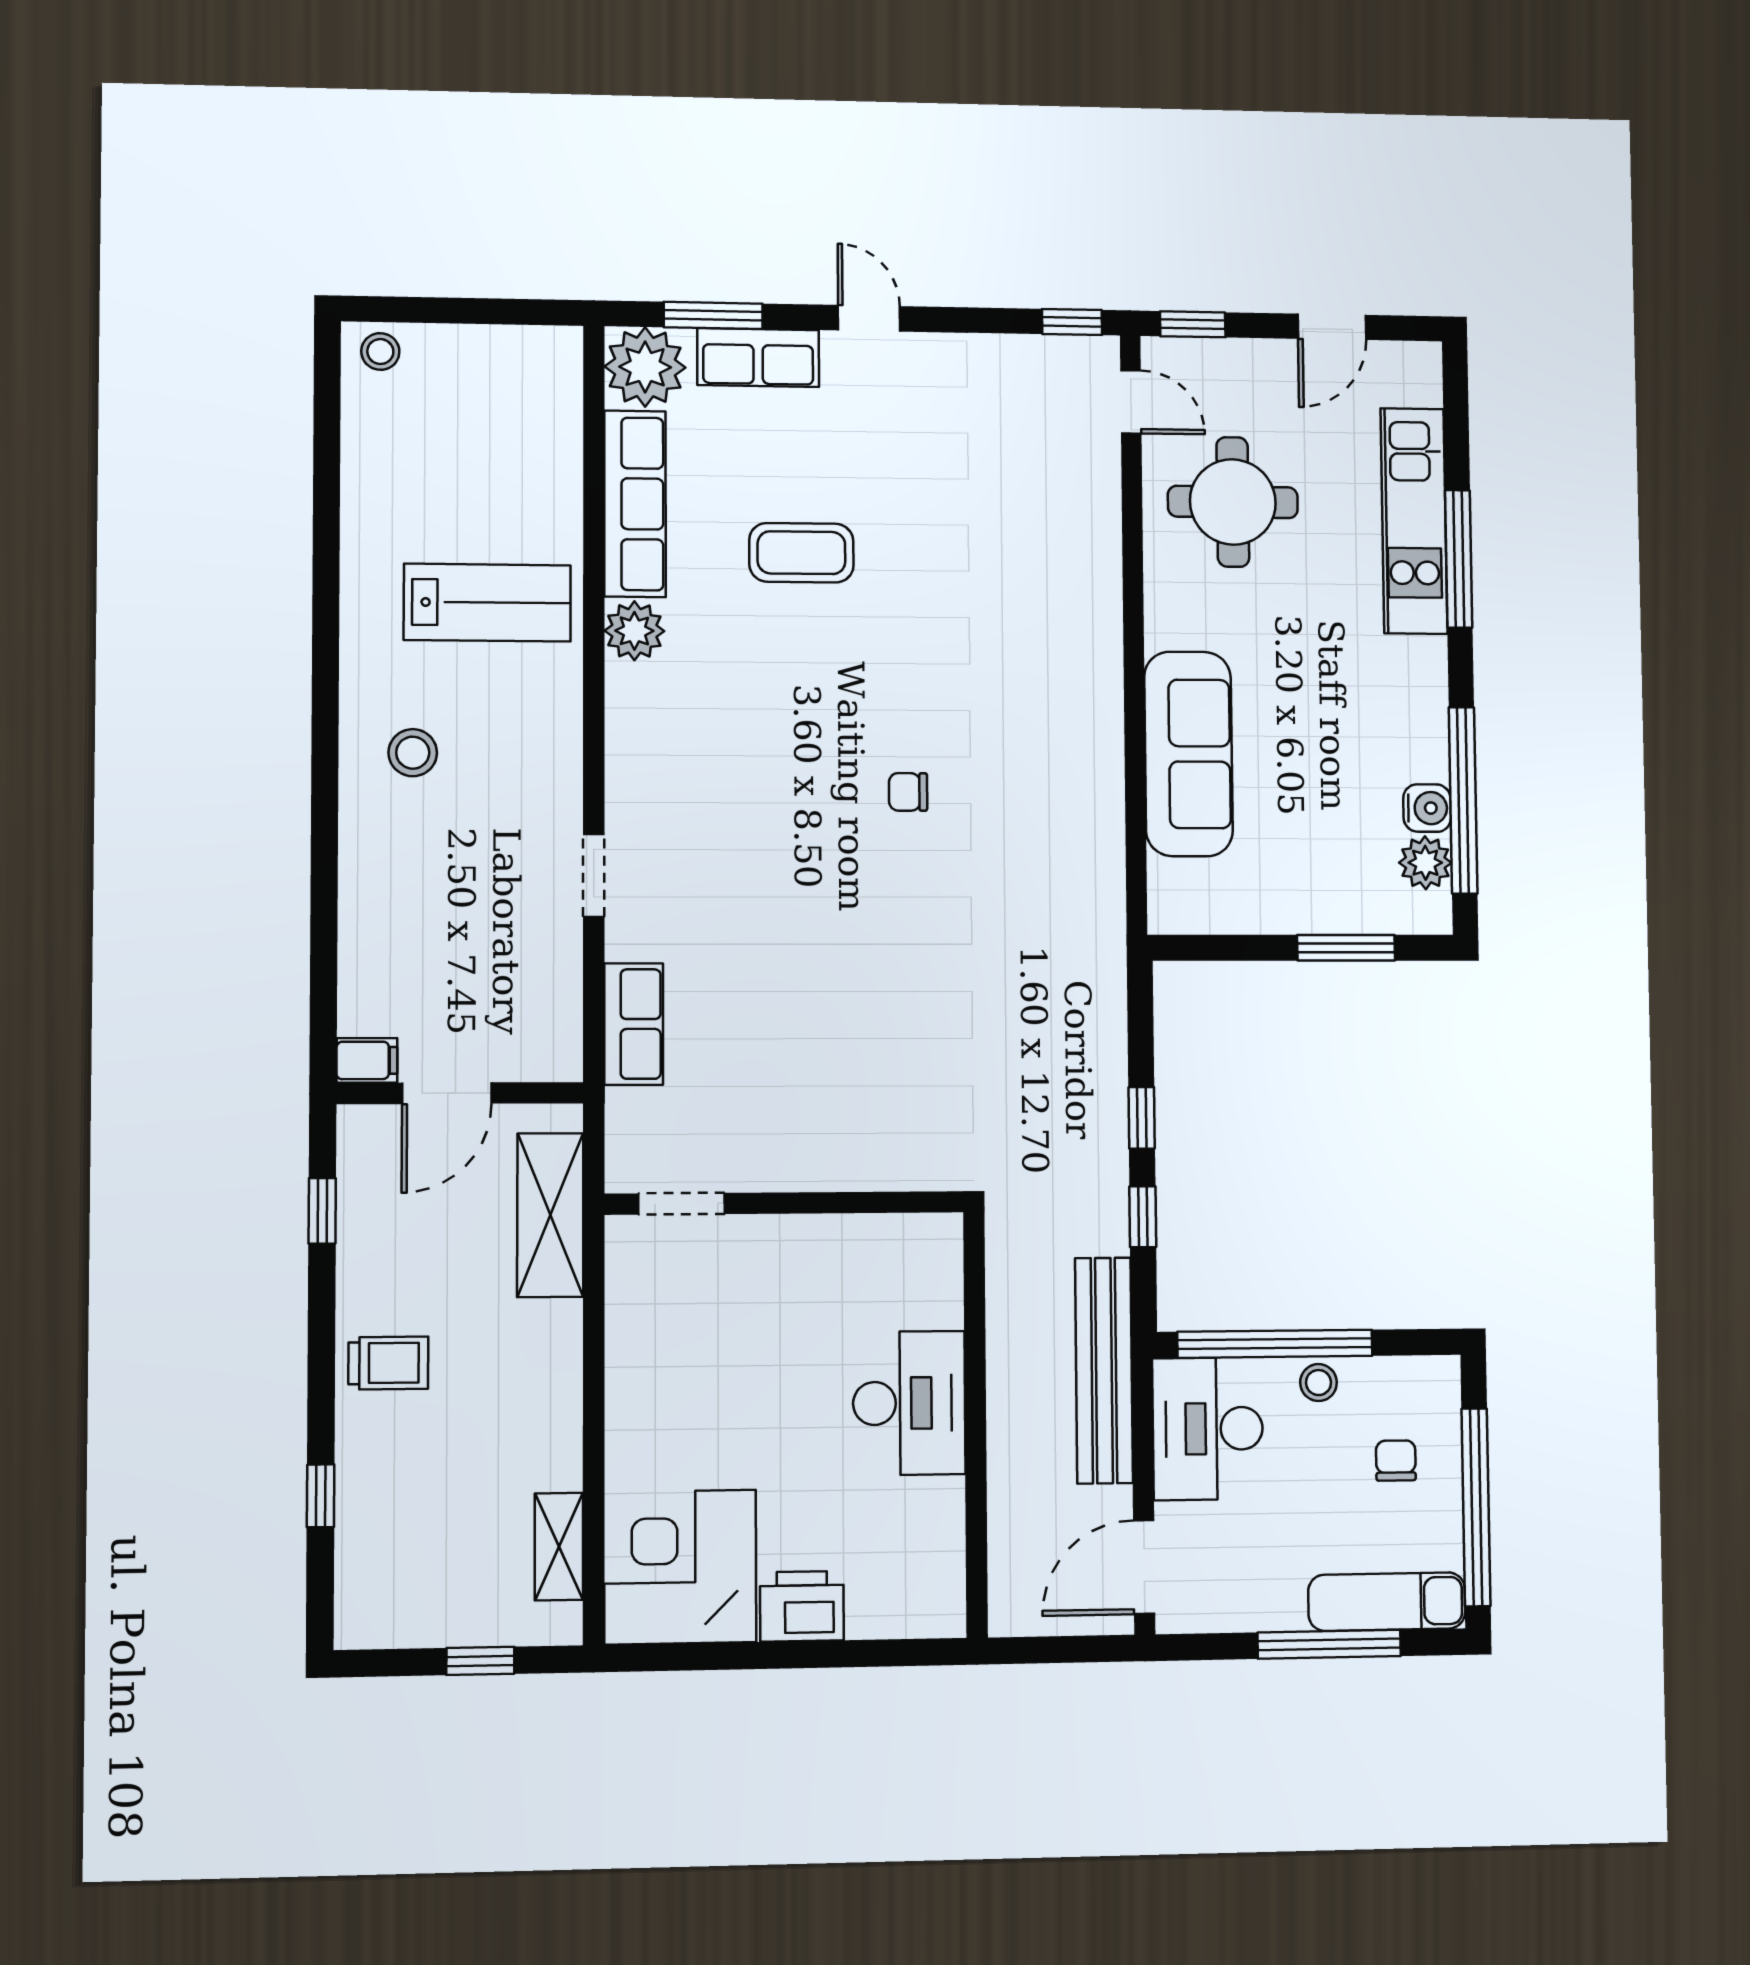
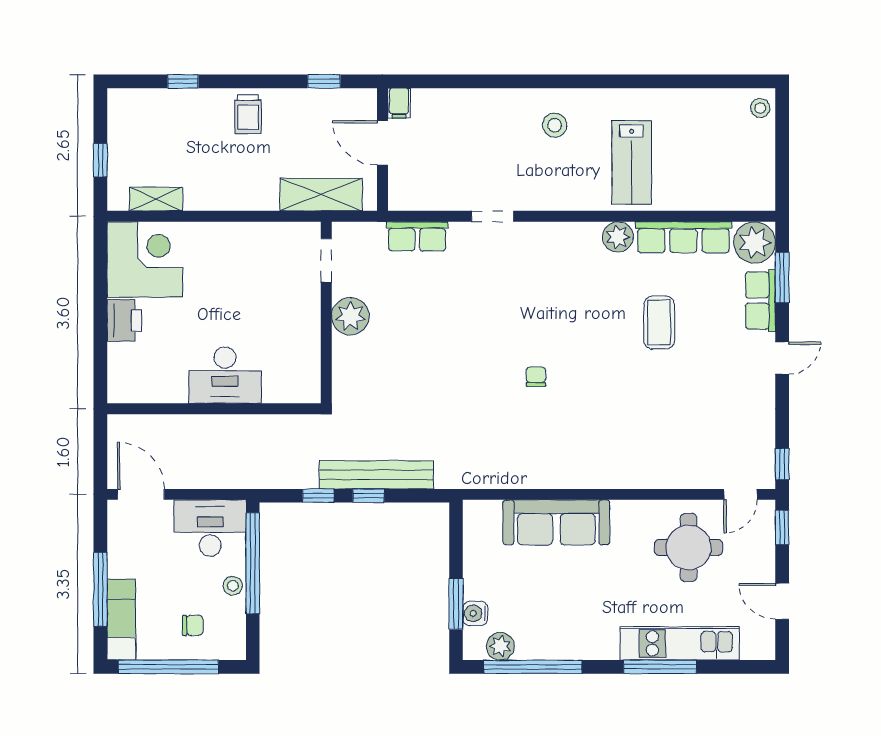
water cooler: (1427, 808) -> (475, 613), moved, turned 90
plant: (792, 1155) -> (350, 316), added
bench: (1104, 1370) -> (376, 475), moved

